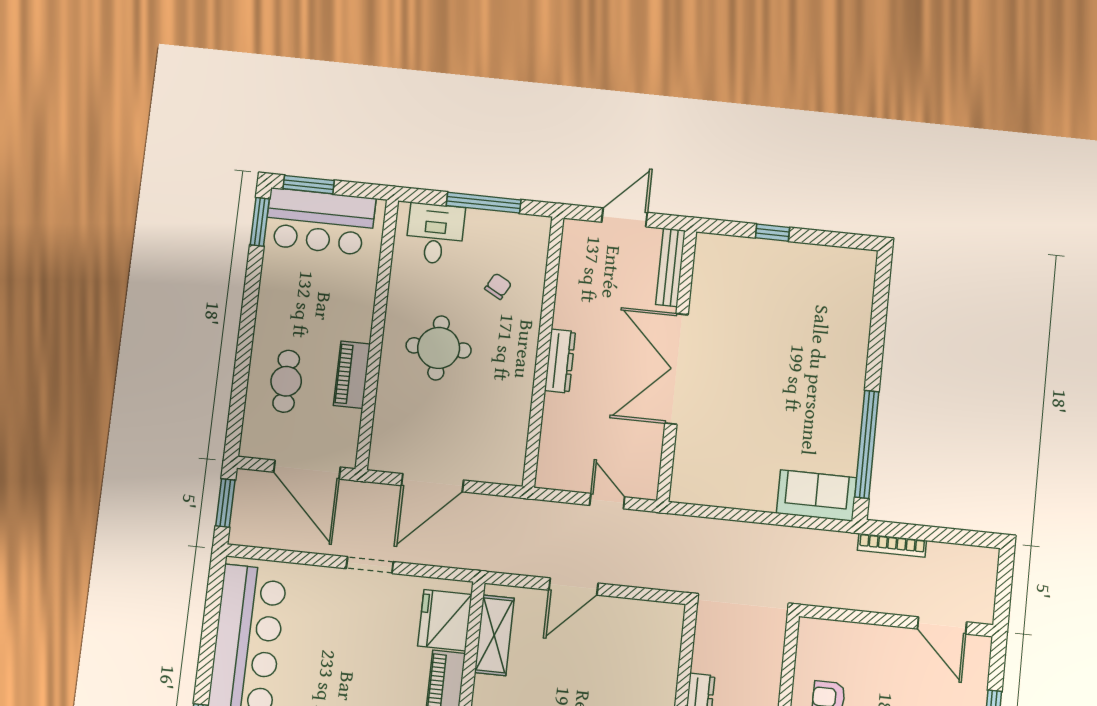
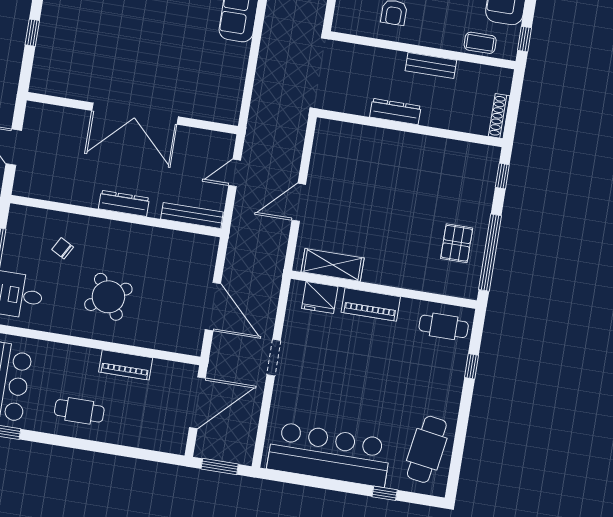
bench: (670, 267) -> (192, 215), moved
round table: (439, 348) -> (108, 297), turned -33
cafe table: (286, 381) -> (79, 411), moved
door: (574, 587) -> (299, 202), swing flipped
fridge: (445, 620) -> (320, 298), width x0.73, depth x0.75

